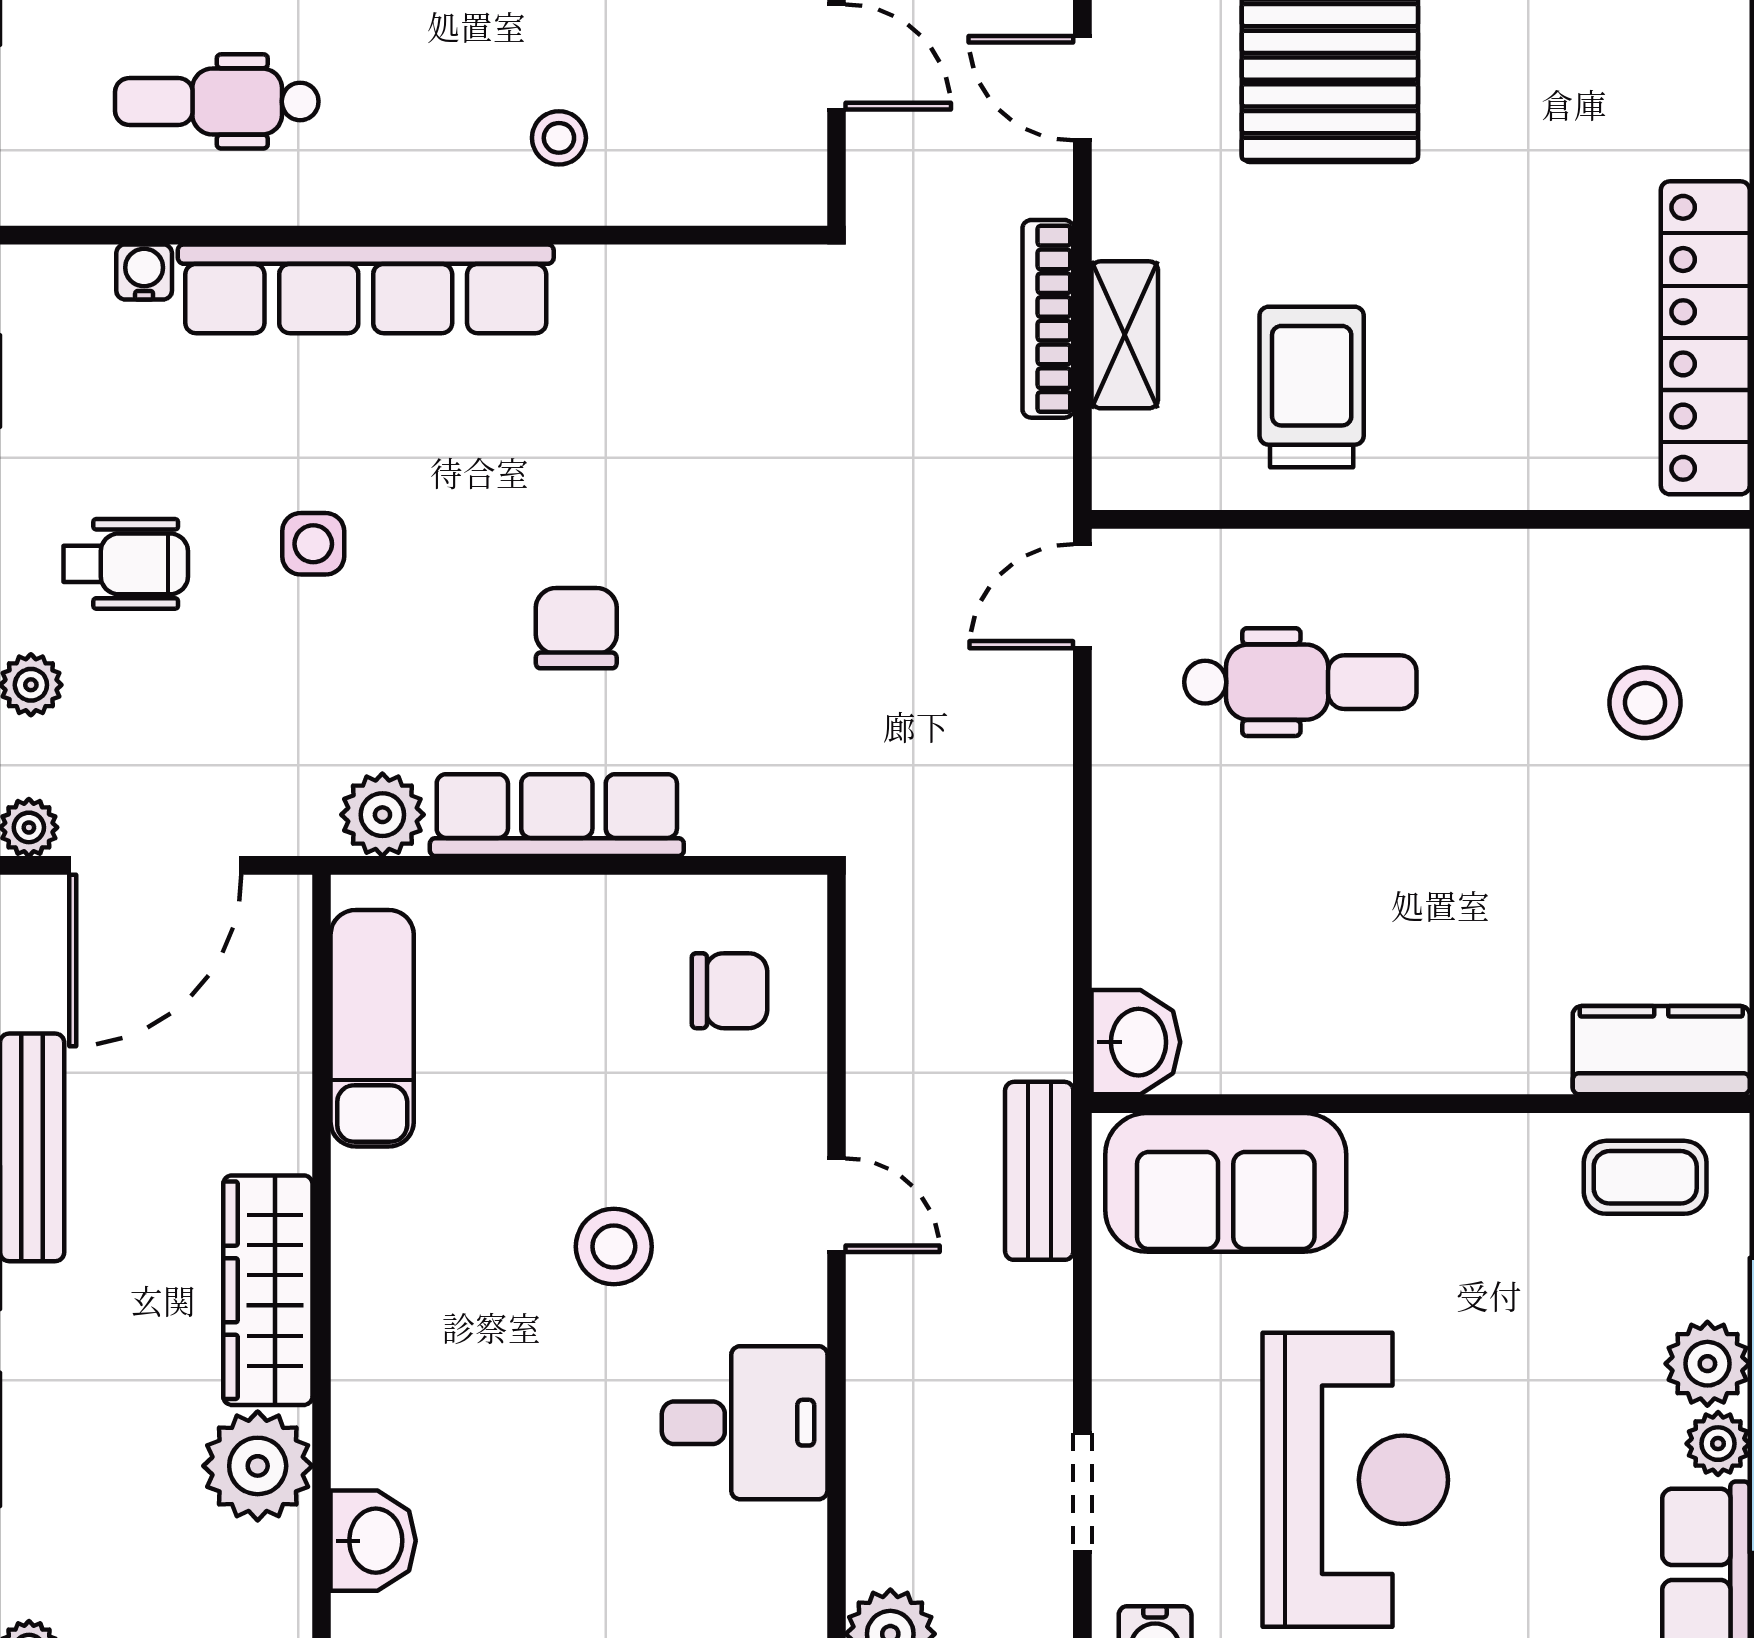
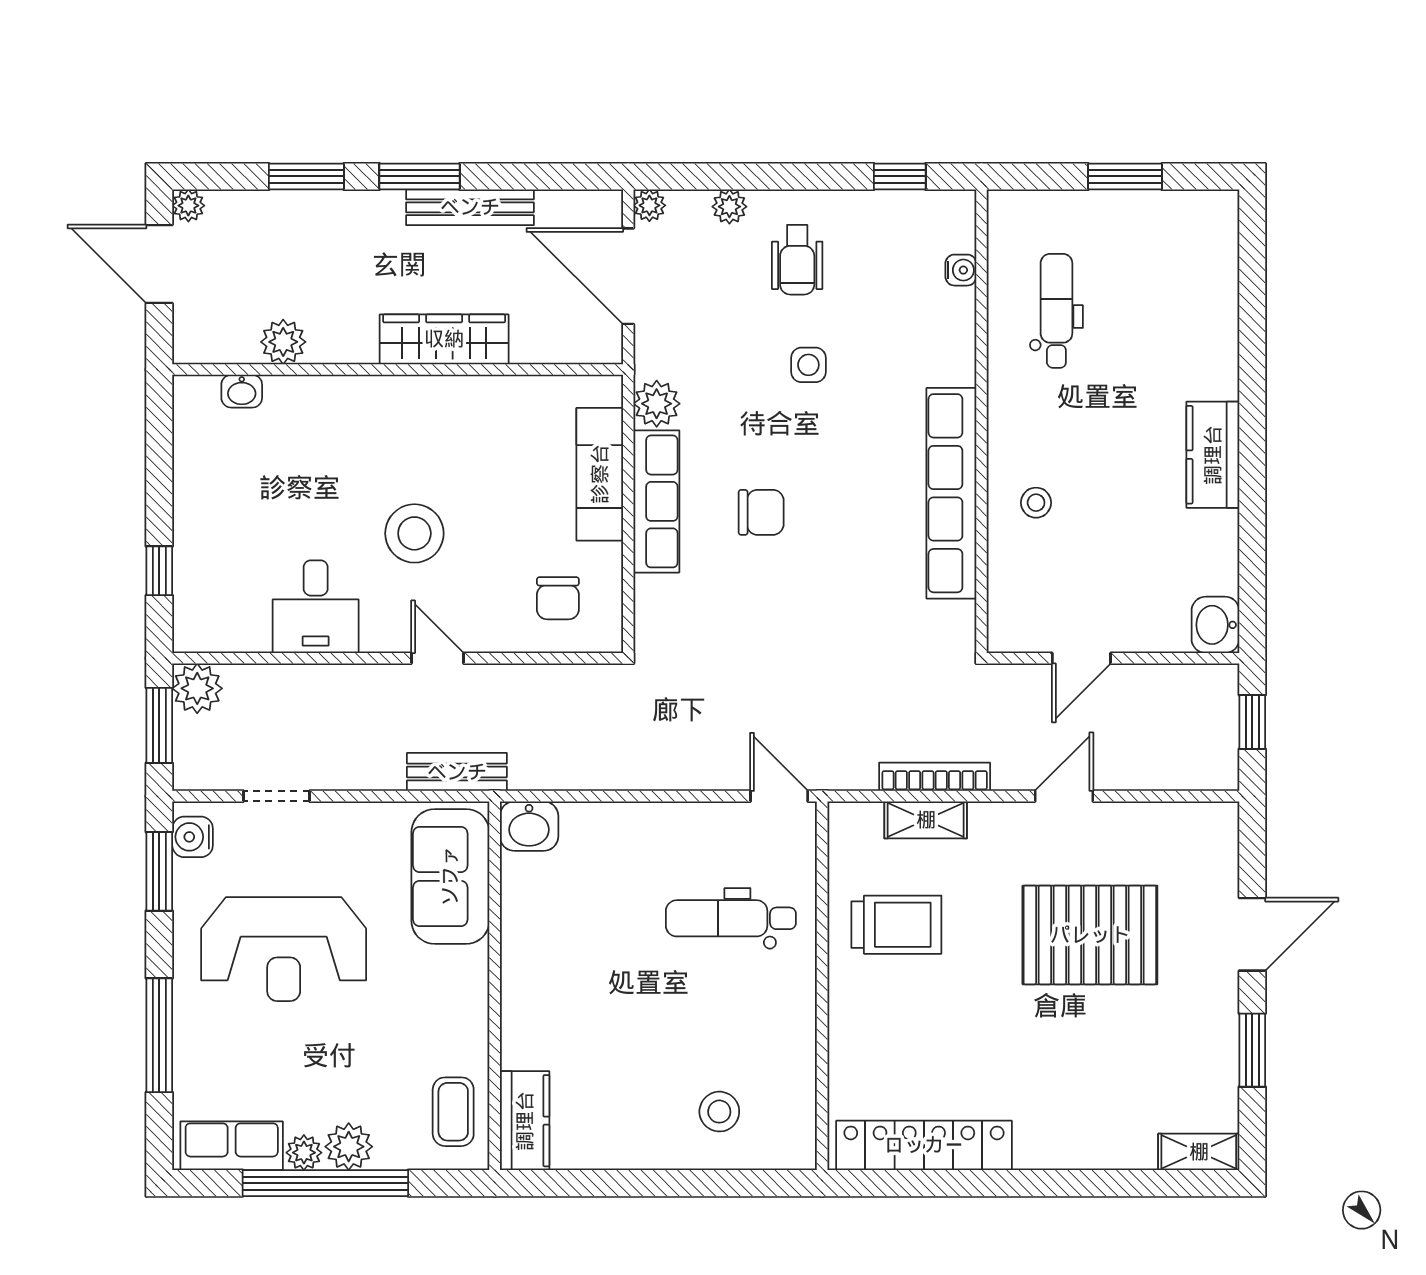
row of seats: (366, 289) -> (951, 493), moved
dental chair: (1300, 682) -> (731, 918), turned 90
exam couch: (372, 1028) -> (600, 474), moved, turned 90
door: (836, 1205) -> (438, 658), swing flipped
stool: (614, 1247) -> (414, 533), width x1.38, depth x1.38
wardrobe: (268, 1290) -> (444, 339), moved
plant: (258, 1466) -> (283, 342), width x0.73, depth x0.73
washbasin: (373, 1541) -> (242, 391), width x0.72, depth x0.69

